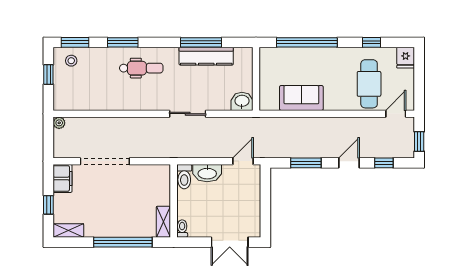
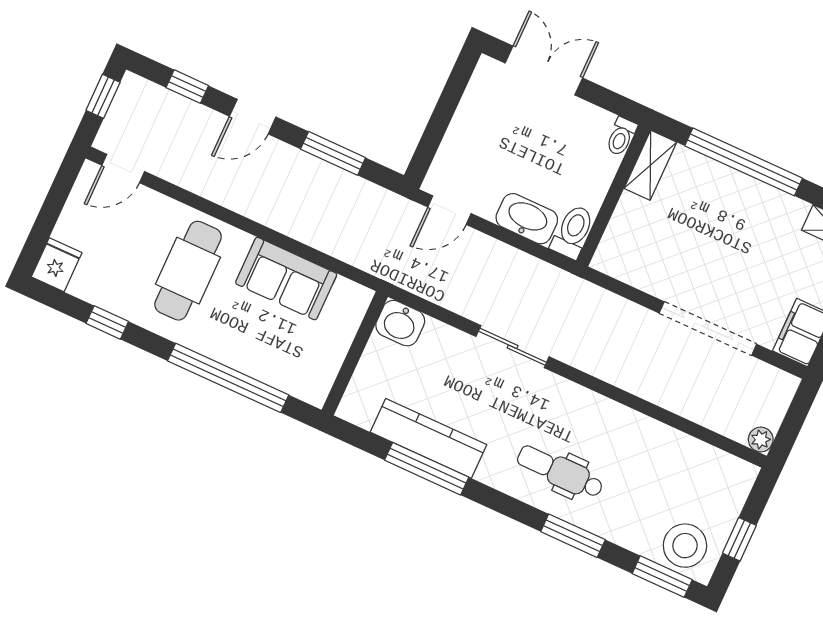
stool: (71, 61) -> (685, 546), width x1.89, depth x1.89
cafe table: (369, 84) -> (188, 271), moved

